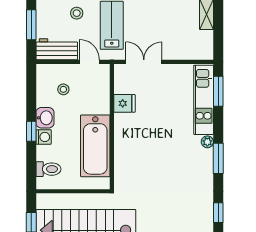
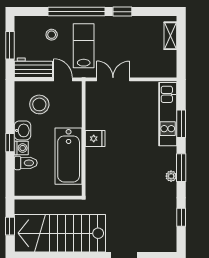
stool: (63, 89) -> (39, 104), width x1.89, depth x1.89
window: (218, 91) -> (181, 124), moved
fridge: (124, 103) -> (95, 139), moved
plant: (207, 142) -> (171, 176), moved
toilet: (48, 169) -> (26, 163), moved

